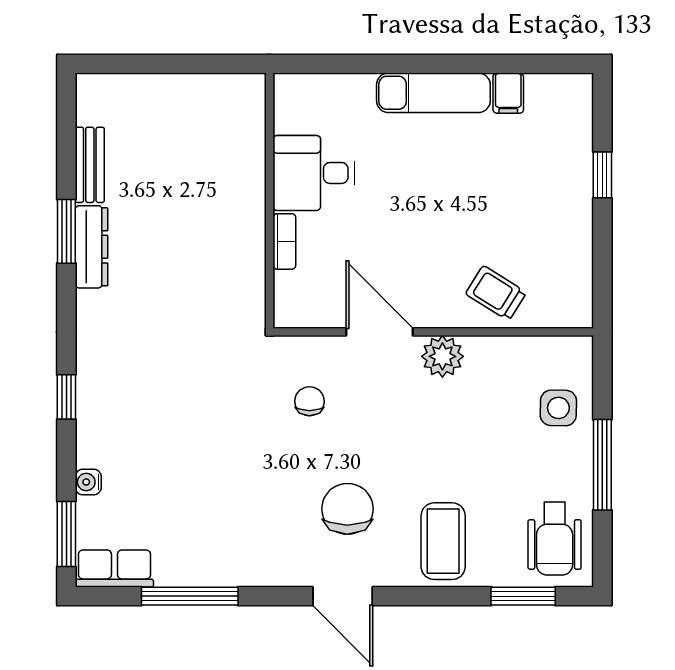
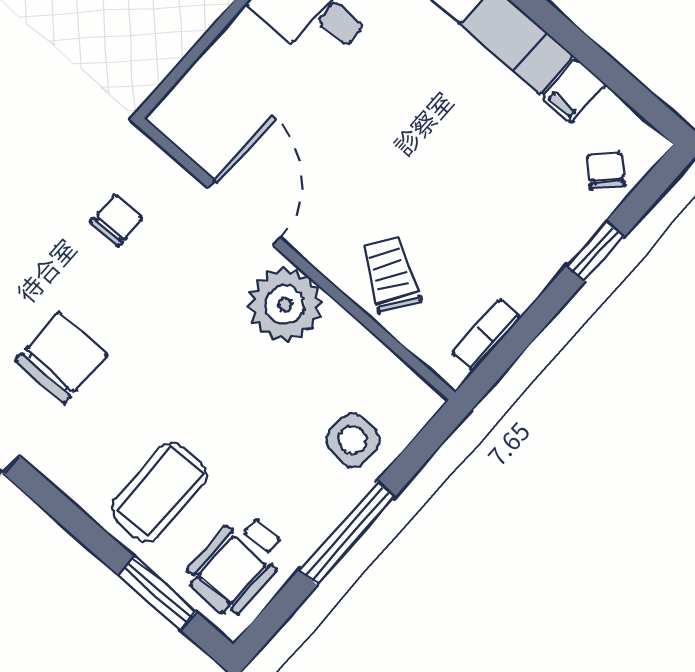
chair: (567, 123) -> (606, 171), added
bookcase: (284, 241) -> (486, 335), moved, turned 180
plant: (442, 356) -> (285, 305), width x1.36, depth x1.36
coffee table: (443, 541) -> (160, 492), moved

